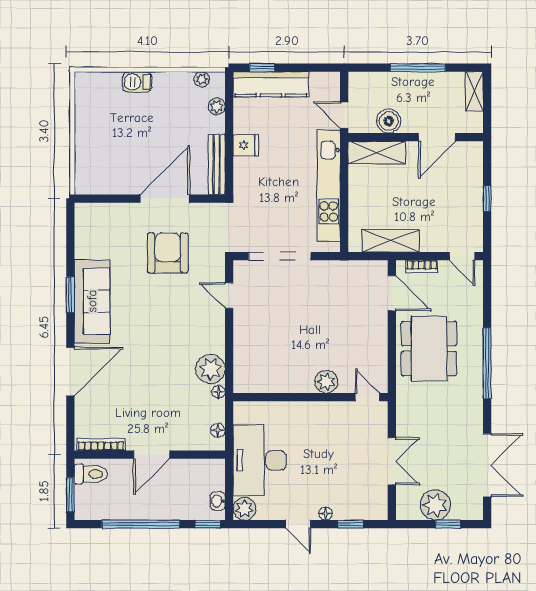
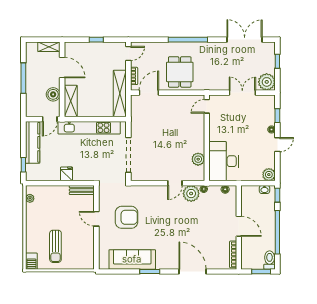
barbecue: (137, 82) -> (31, 261), moved
kitchen counter: (271, 84) -> (33, 142), moved
shelving: (474, 91) -> (49, 47), moved
plant: (217, 106) -> (45, 190), removed
sun lounger: (115, 125) -> (55, 246), added
bench: (217, 165) -> (82, 190), width x0.73
door: (165, 199) -> (96, 219), width x0.53
shelving: (390, 241) -> (120, 93), width x1.47
armchair: (168, 253) -> (126, 217), turned 180
door: (229, 296) -> (175, 183), moved
sofa: (92, 301) -> (132, 259), moved
dining table: (429, 349) -> (180, 72), width x0.73
plant: (326, 382) -> (198, 159), moved
desk: (260, 460) -> (224, 161), moved, turned 90
toilet: (91, 474) -> (270, 260), moved
plant: (435, 505) -> (267, 82), moved

